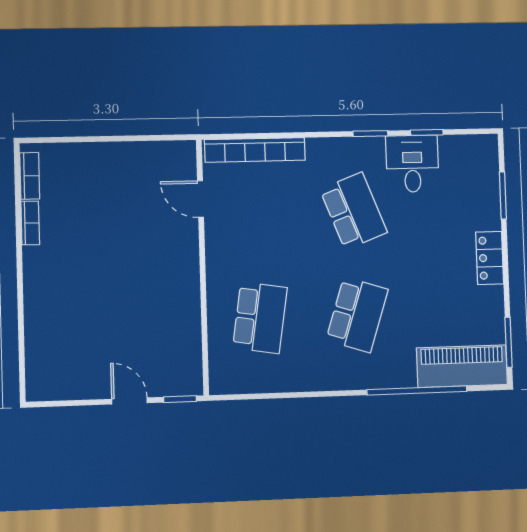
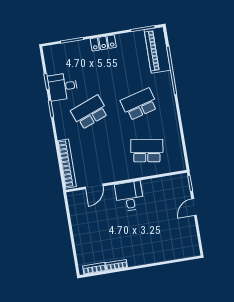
desk: (171, 269) -> (129, 196), added
school desk: (357, 315) -> (139, 104), turned -33

